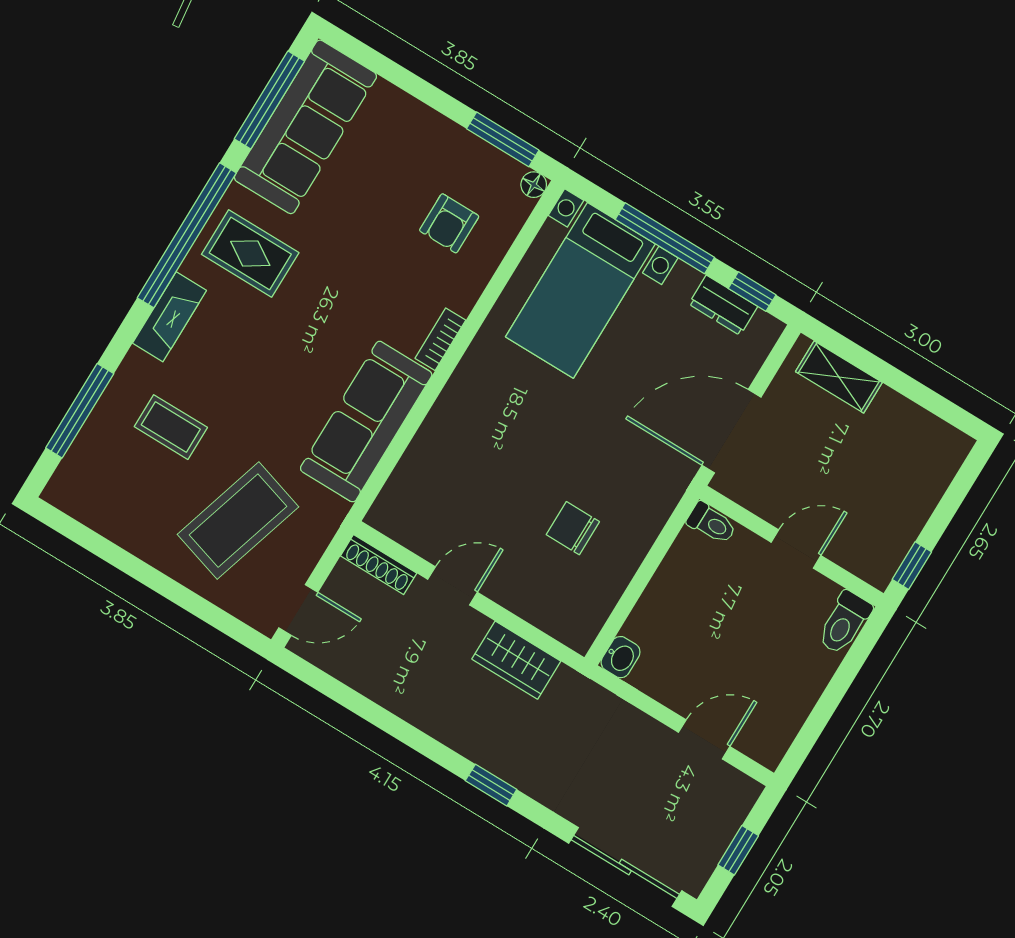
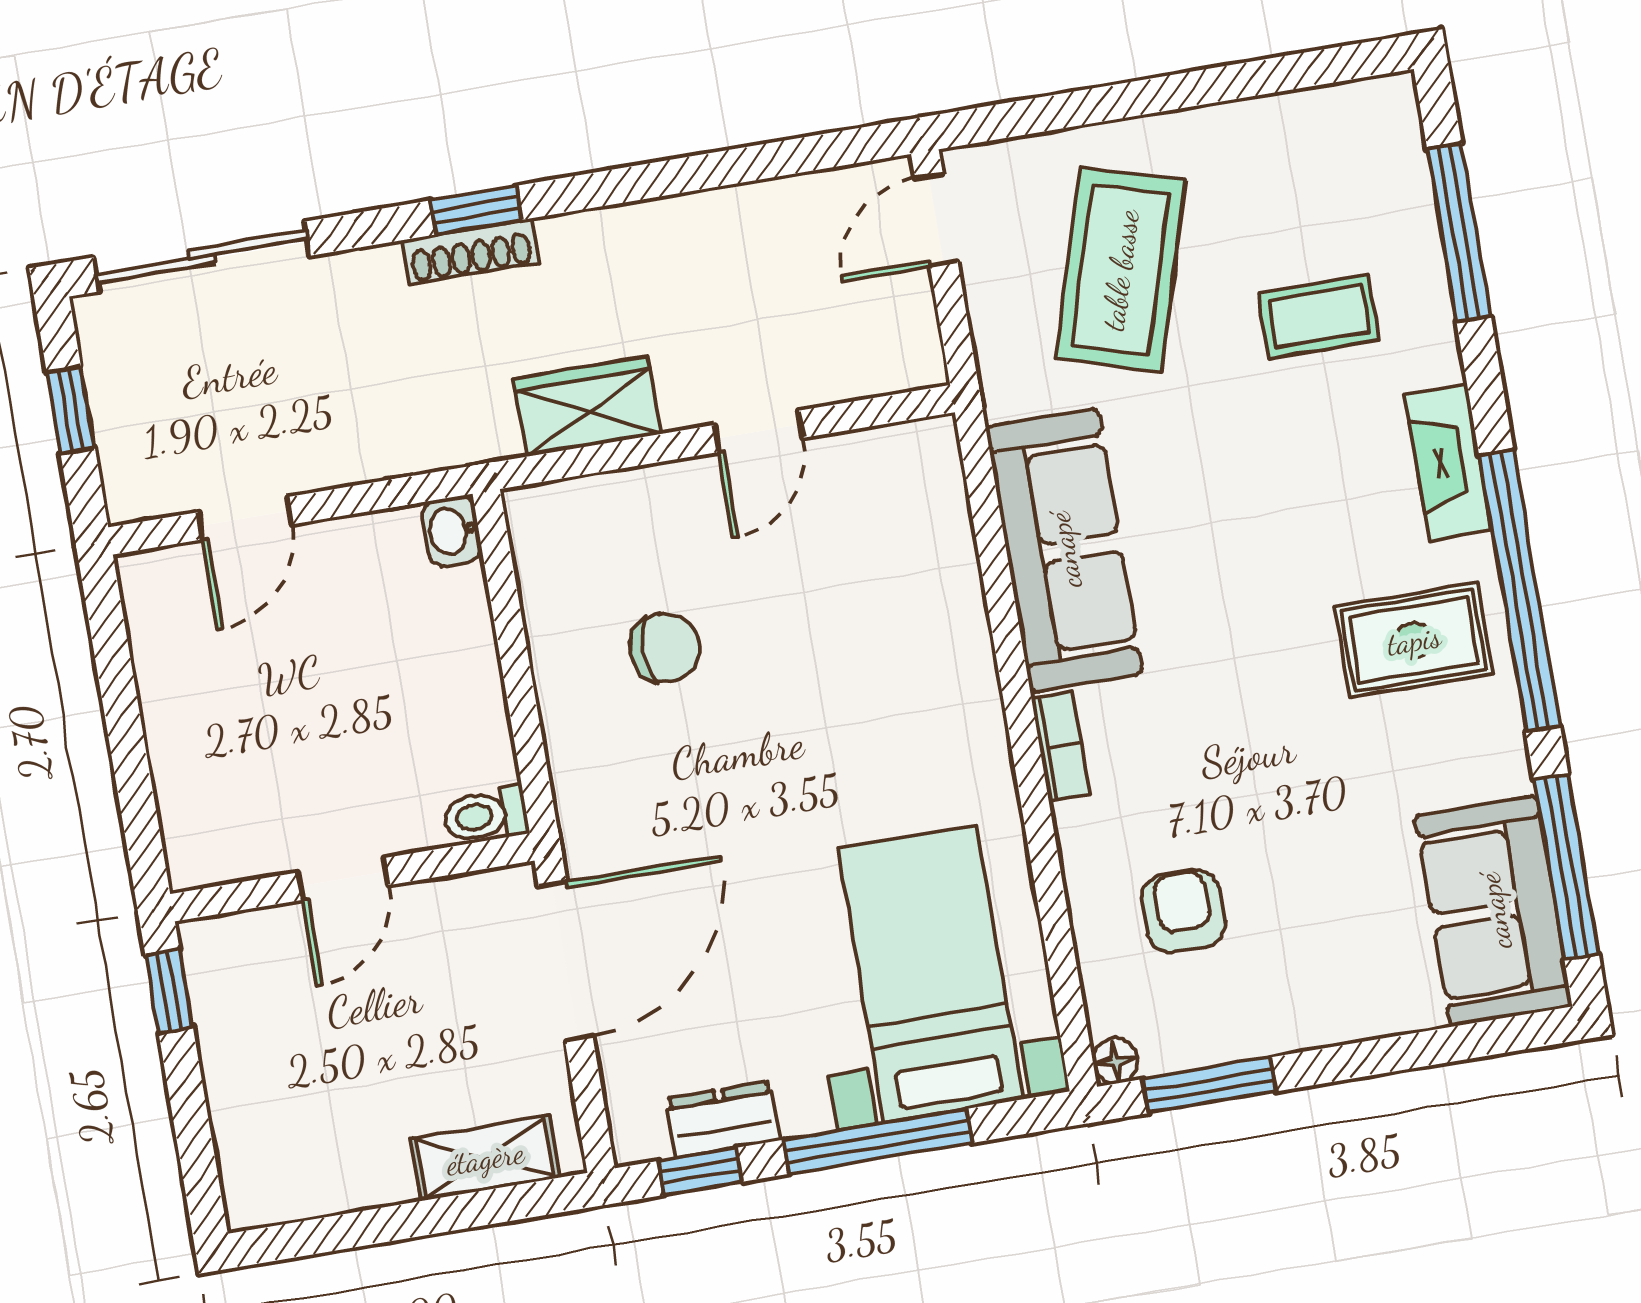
sofa: (305, 127) -> (1494, 911), width x0.73
shoe rack: (379, 565) -> (470, 251), moved, turned 180
toilet: (844, 623) -> (193, 837), removed

